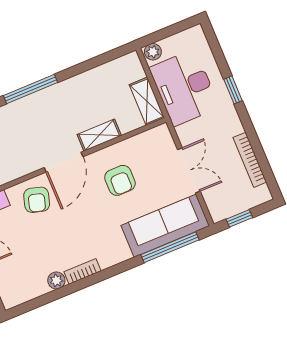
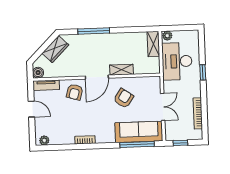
shelving: (147, 101) -> (153, 44), moved
armchair: (120, 180) -> (124, 98), turned -146
plant: (56, 280) -> (44, 140), moved

